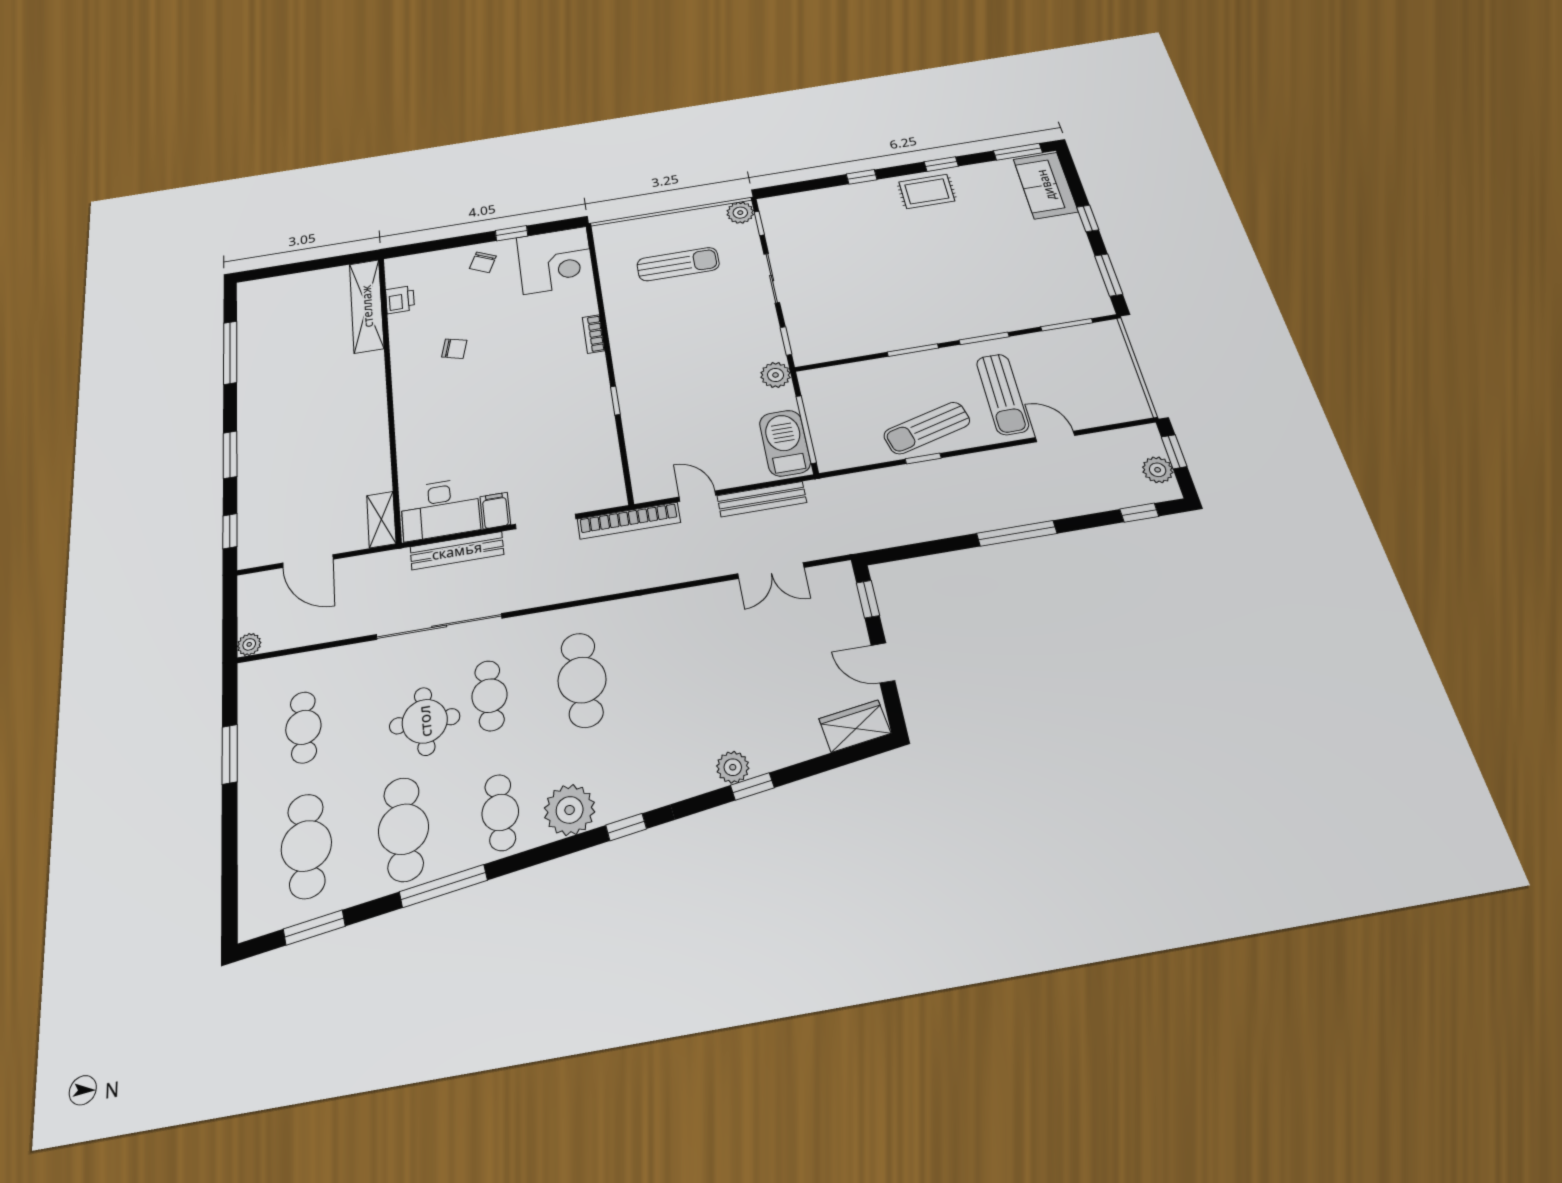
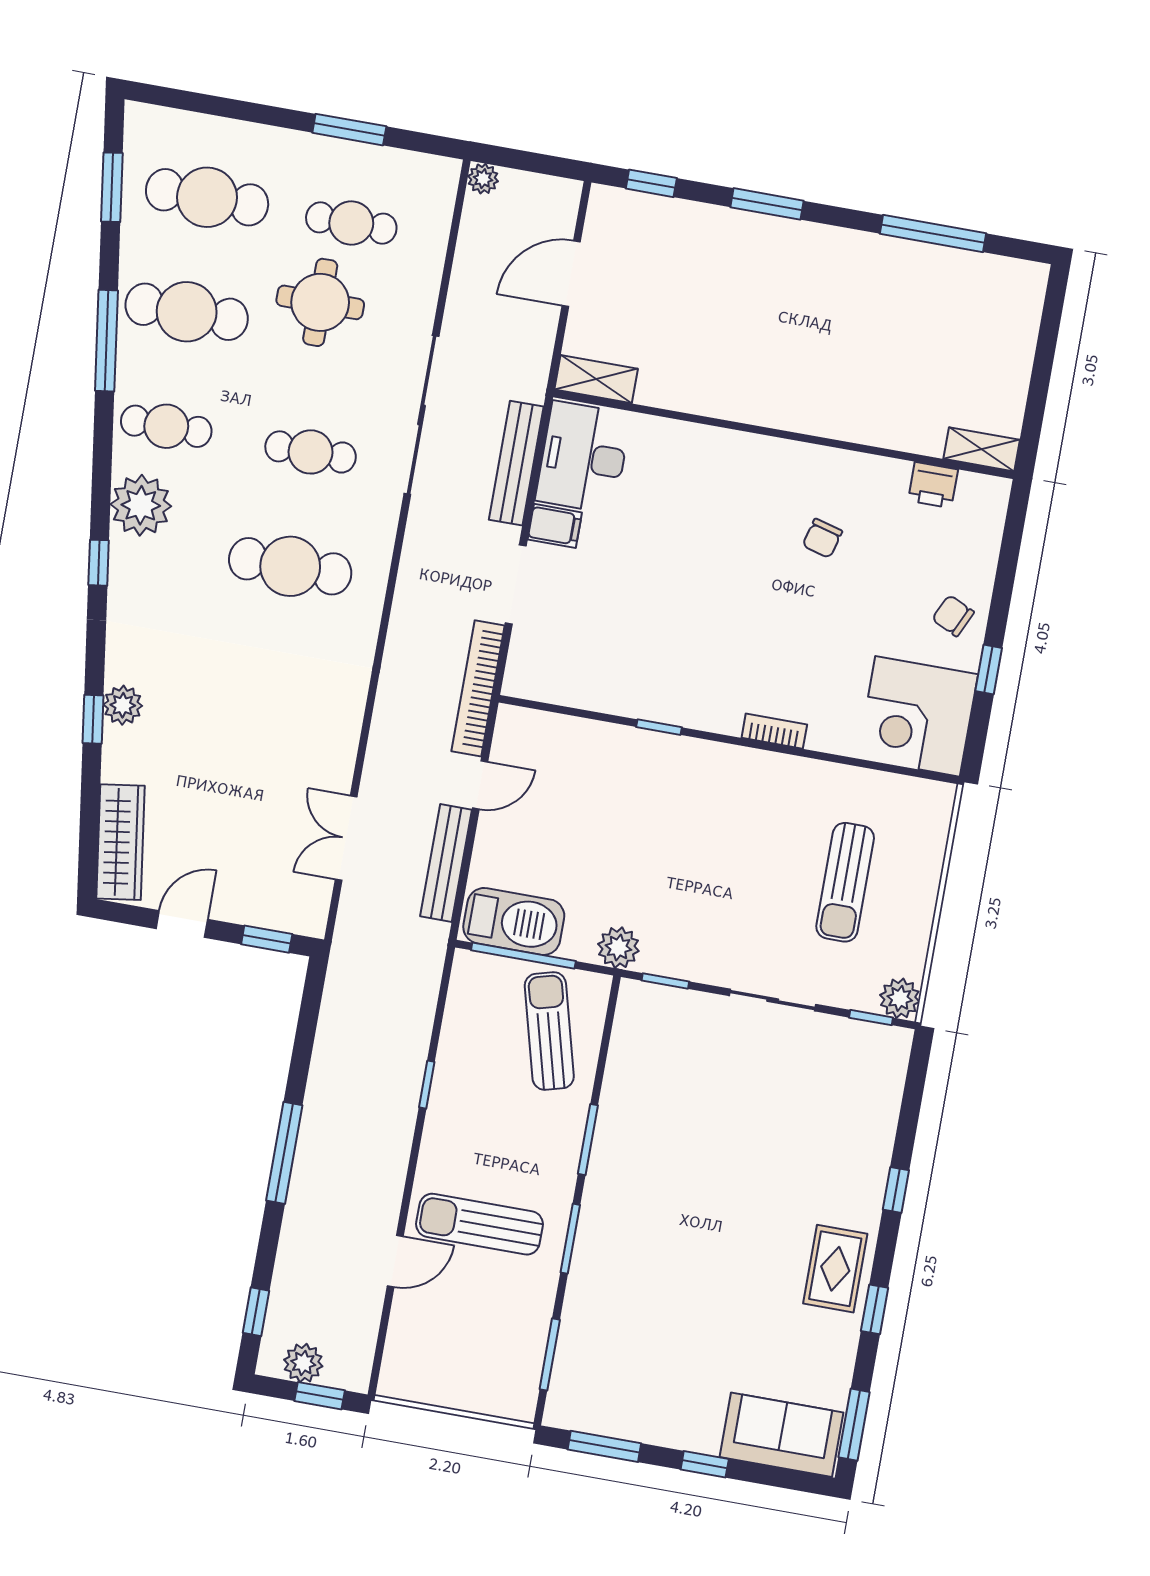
shelving: (367, 306) -> (982, 449), width x0.45, depth x0.75
sun lounger: (927, 428) -> (549, 1031), moved
round table: (425, 721) -> (320, 302), moved
wardrobe: (855, 726) -> (120, 842), width x1.50

